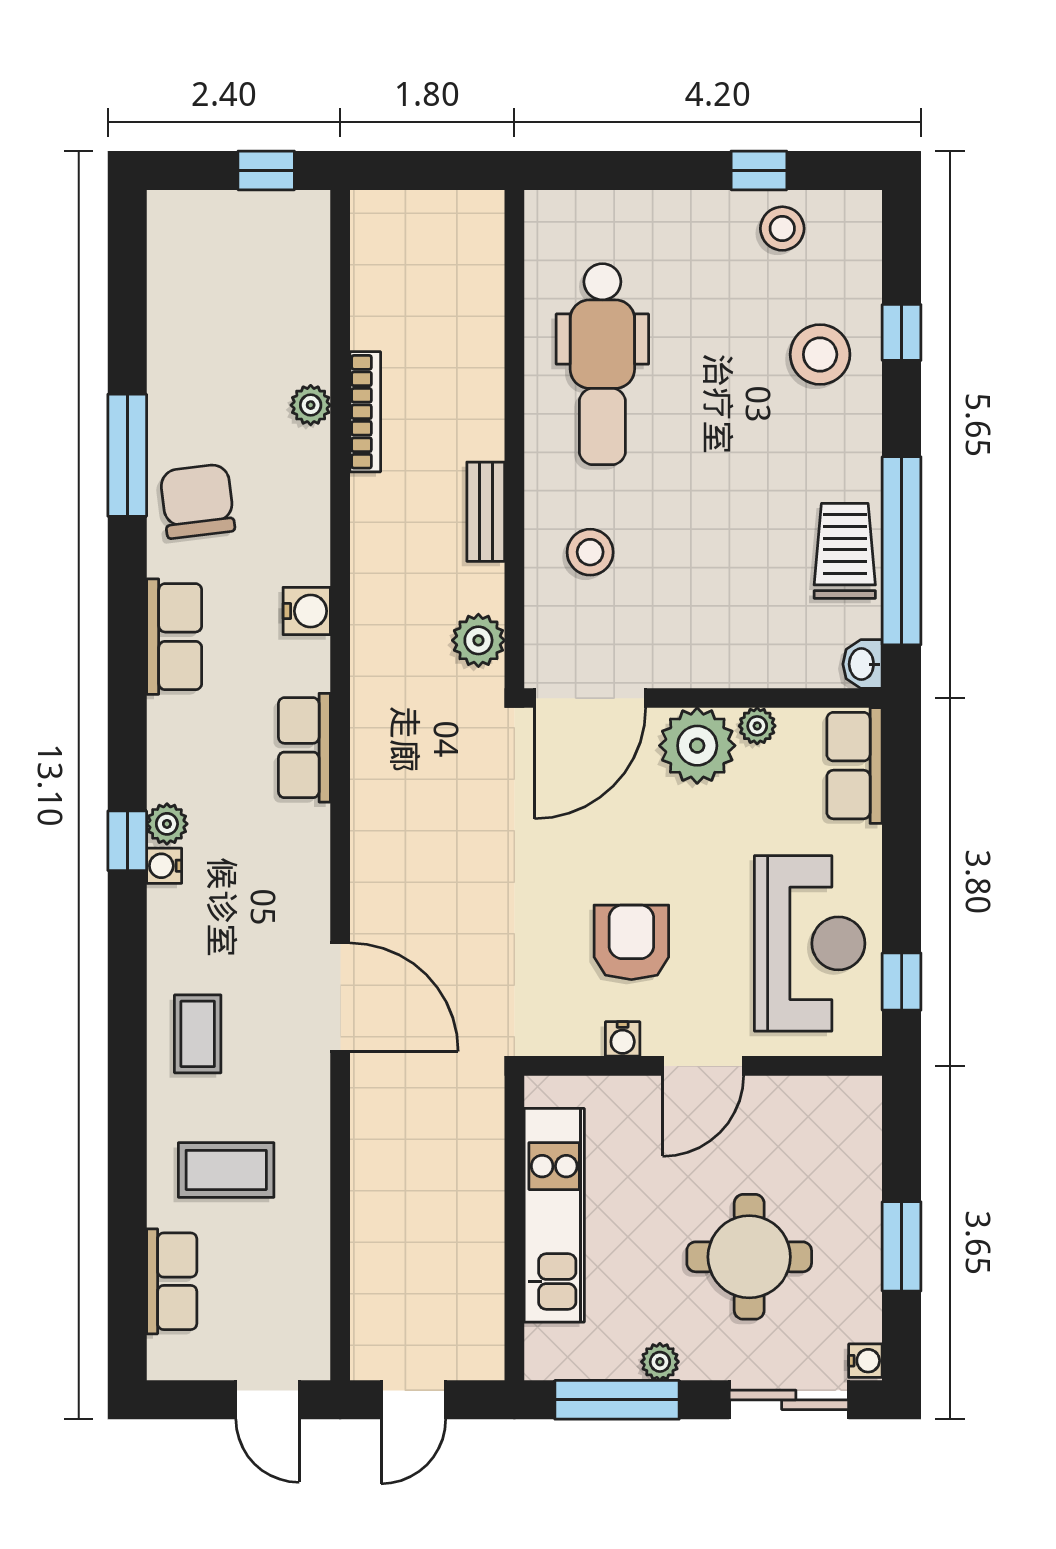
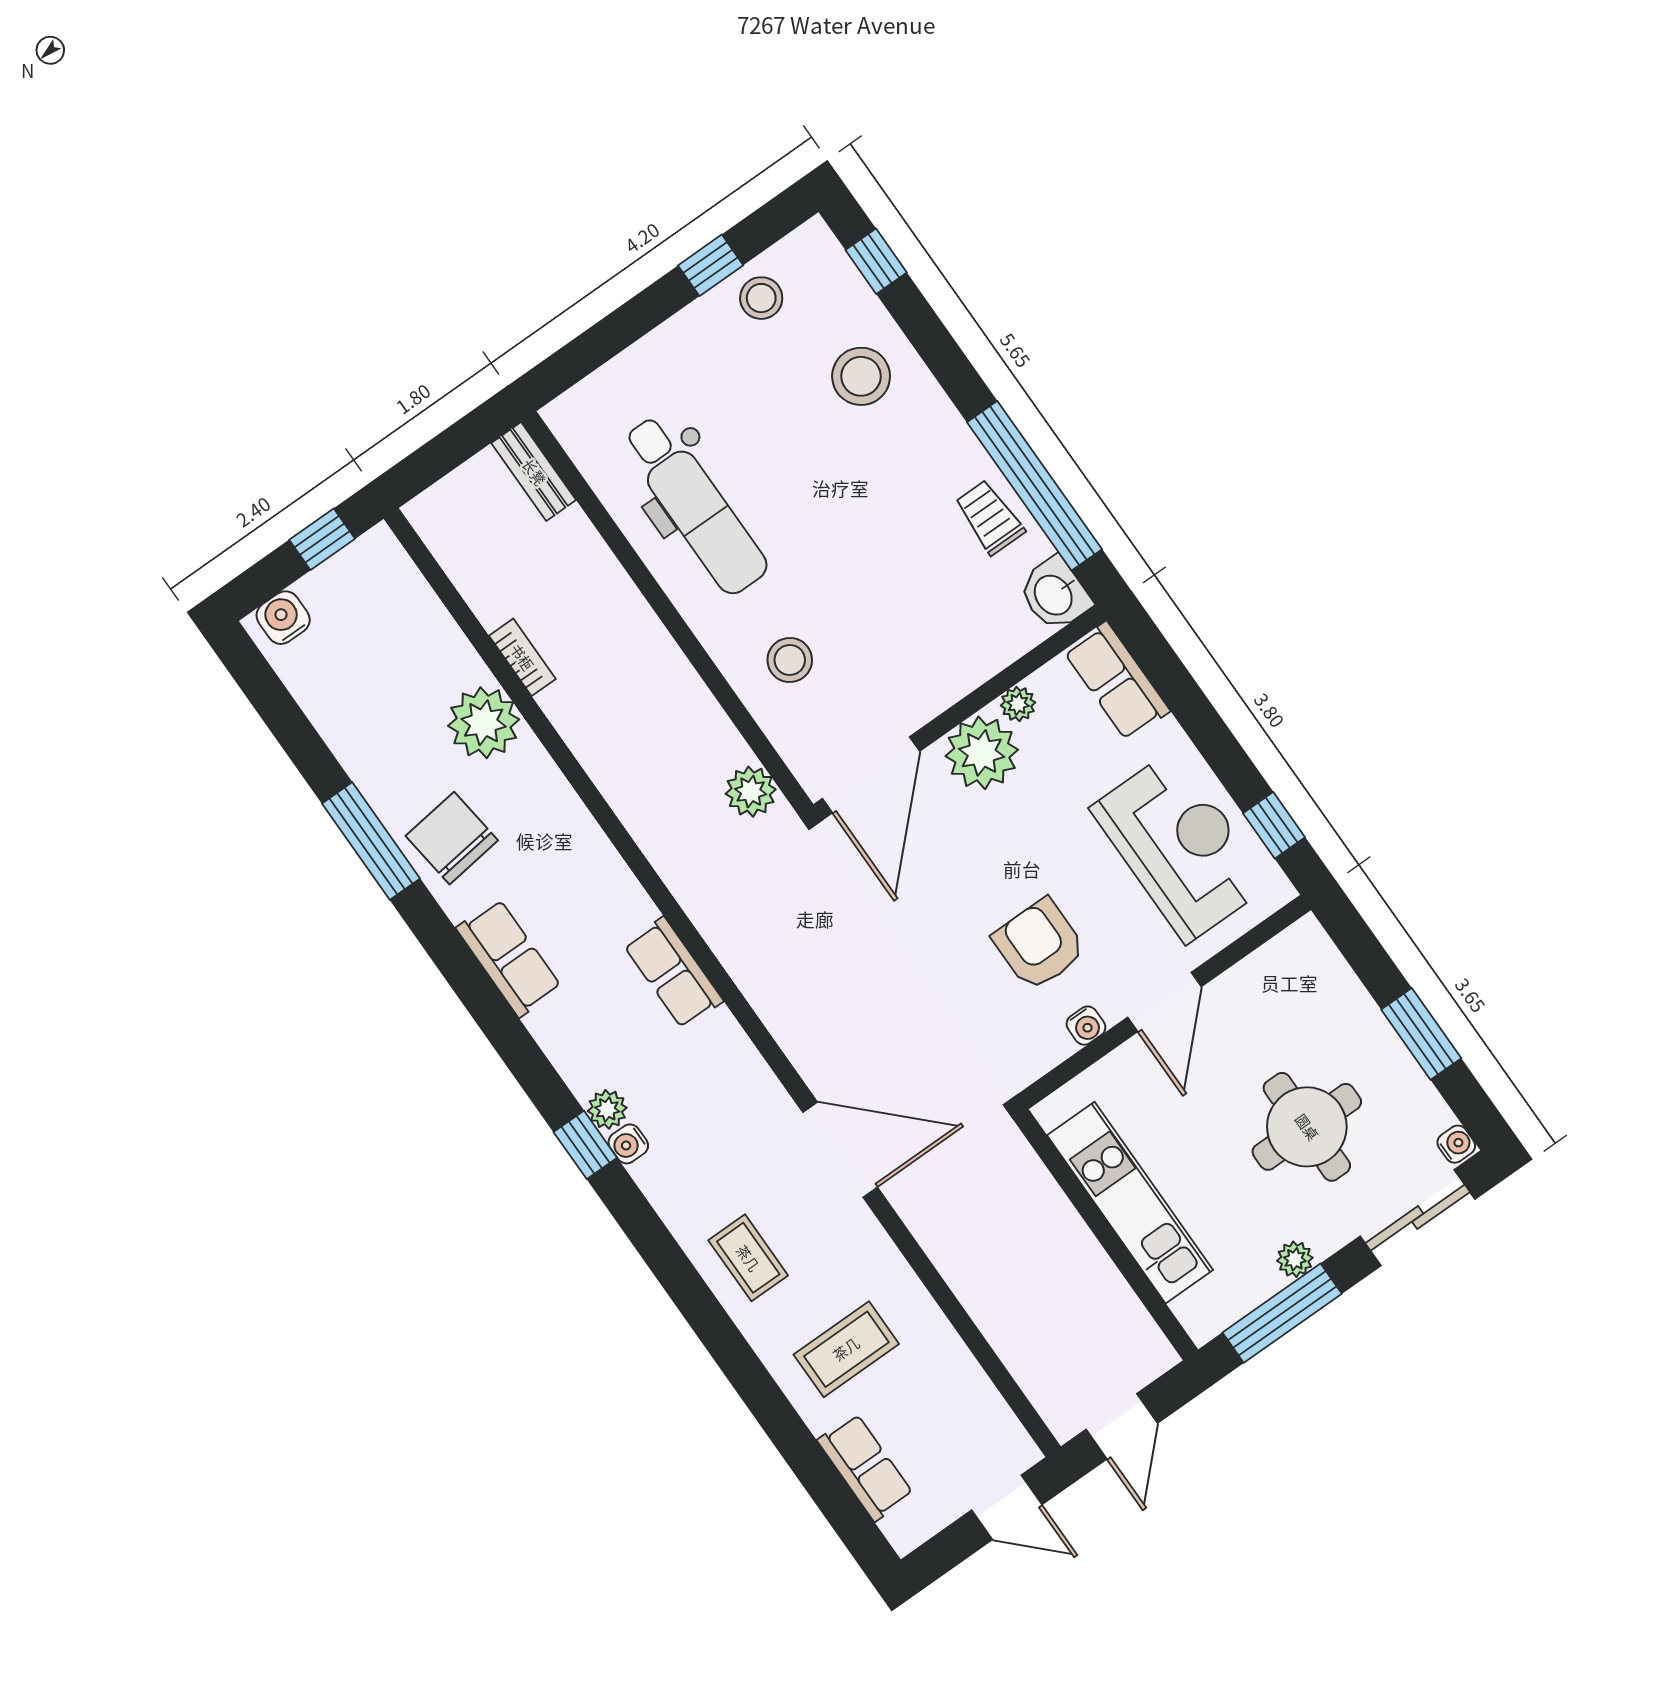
window: (902, 332) -> (876, 261), moved
plant: (311, 405) -> (484, 723), width x1.87, depth x1.87
bookcase: (365, 412) -> (522, 657), width x0.64
bench: (486, 512) -> (534, 472), moved
trolley: (845, 551) -> (990, 517), width x0.73, depth x0.72
water cooler: (307, 611) -> (283, 618), moved, turned -90
washbasin: (863, 664) -> (1055, 594), width x1.38, depth x1.45

